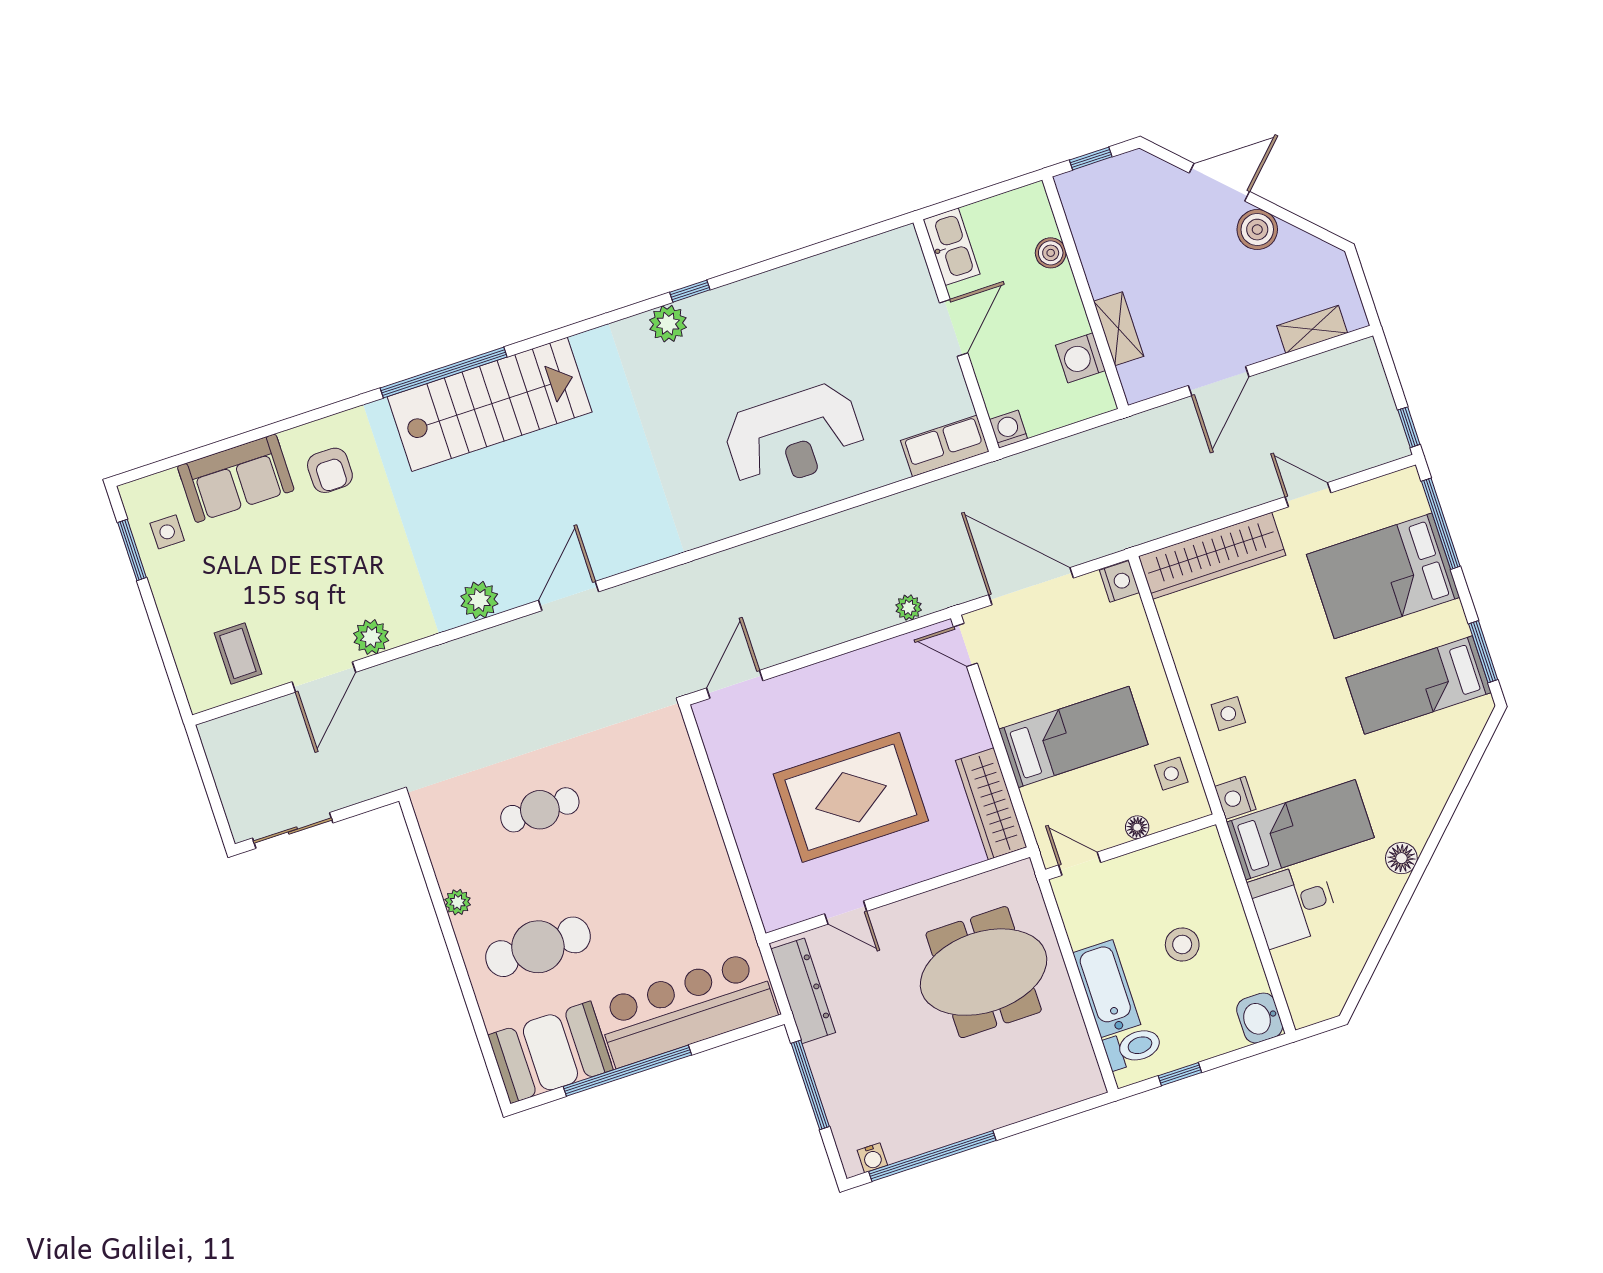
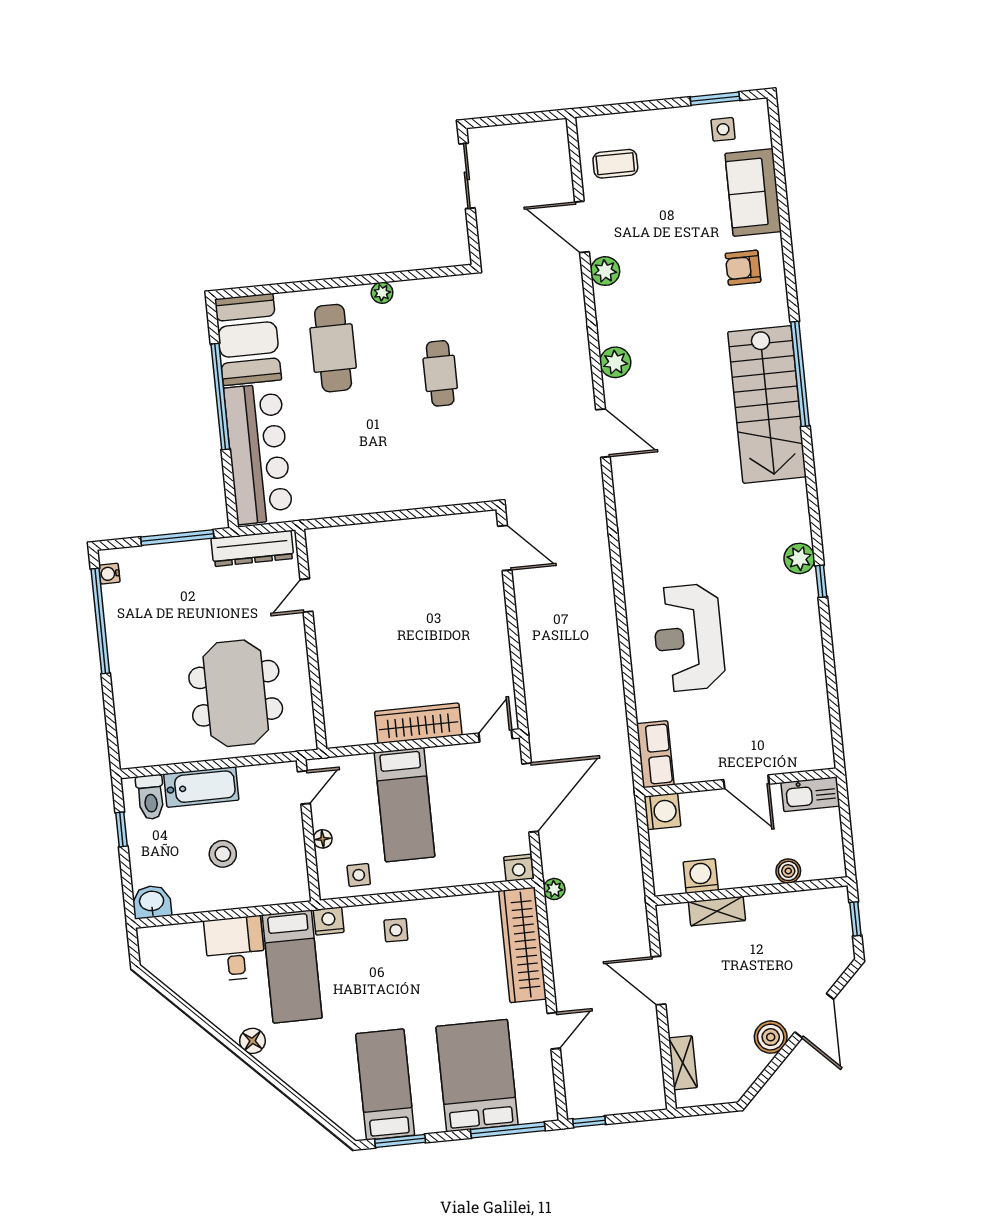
washing machine: (1009, 429) -> (662, 811), width x1.38, depth x1.38
plant: (909, 608) -> (554, 889), moved
rug: (851, 797) -> (396, 620), removed
wardrobe: (991, 804) -> (418, 723), moved

